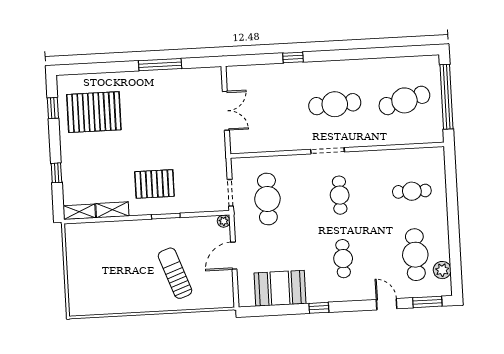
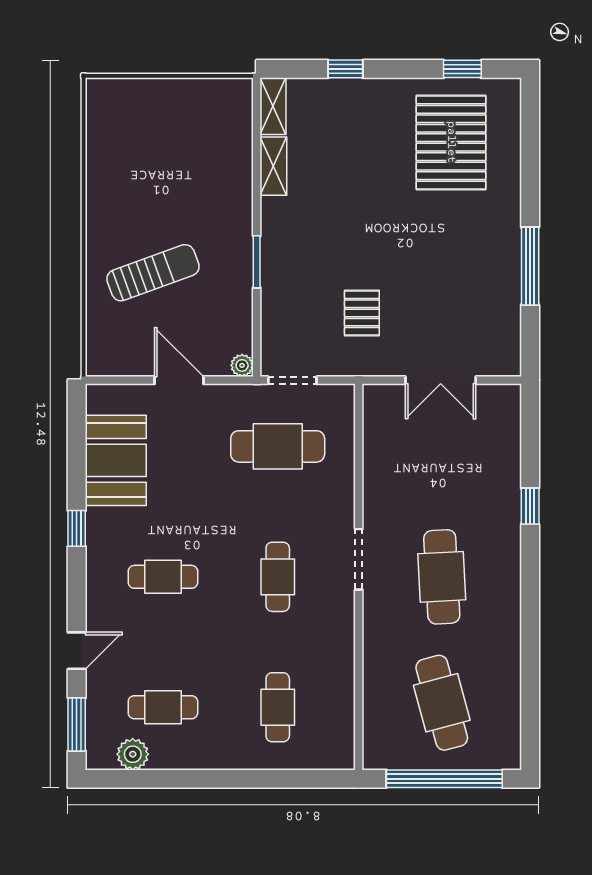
pallet: (154, 184) -> (362, 313), moved, width x0.67, depth x0.71
cafe table: (340, 195) -> (278, 577), turned 90
cafe table: (415, 255) -> (163, 707), width x0.73, depth x0.74

